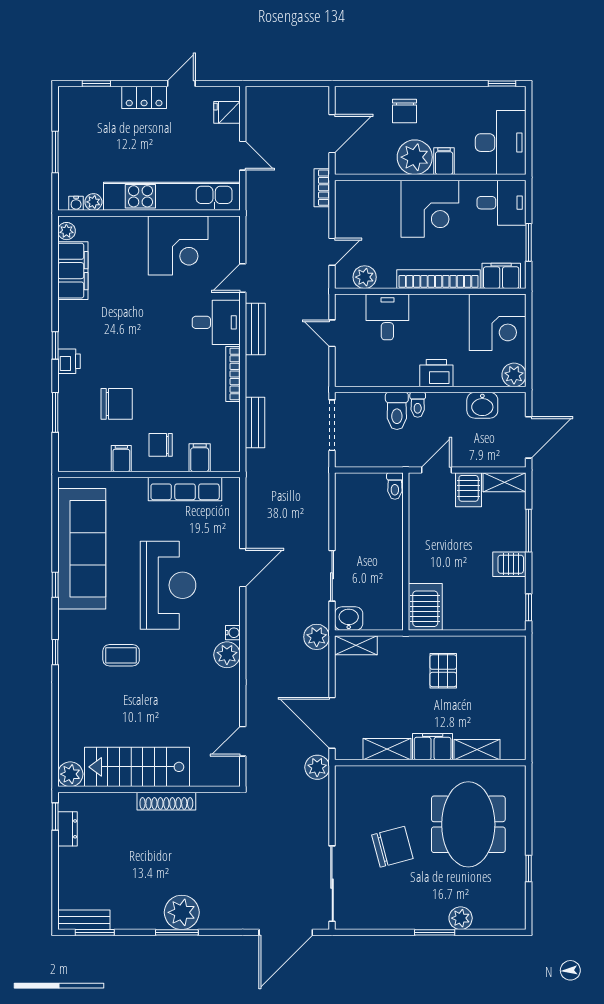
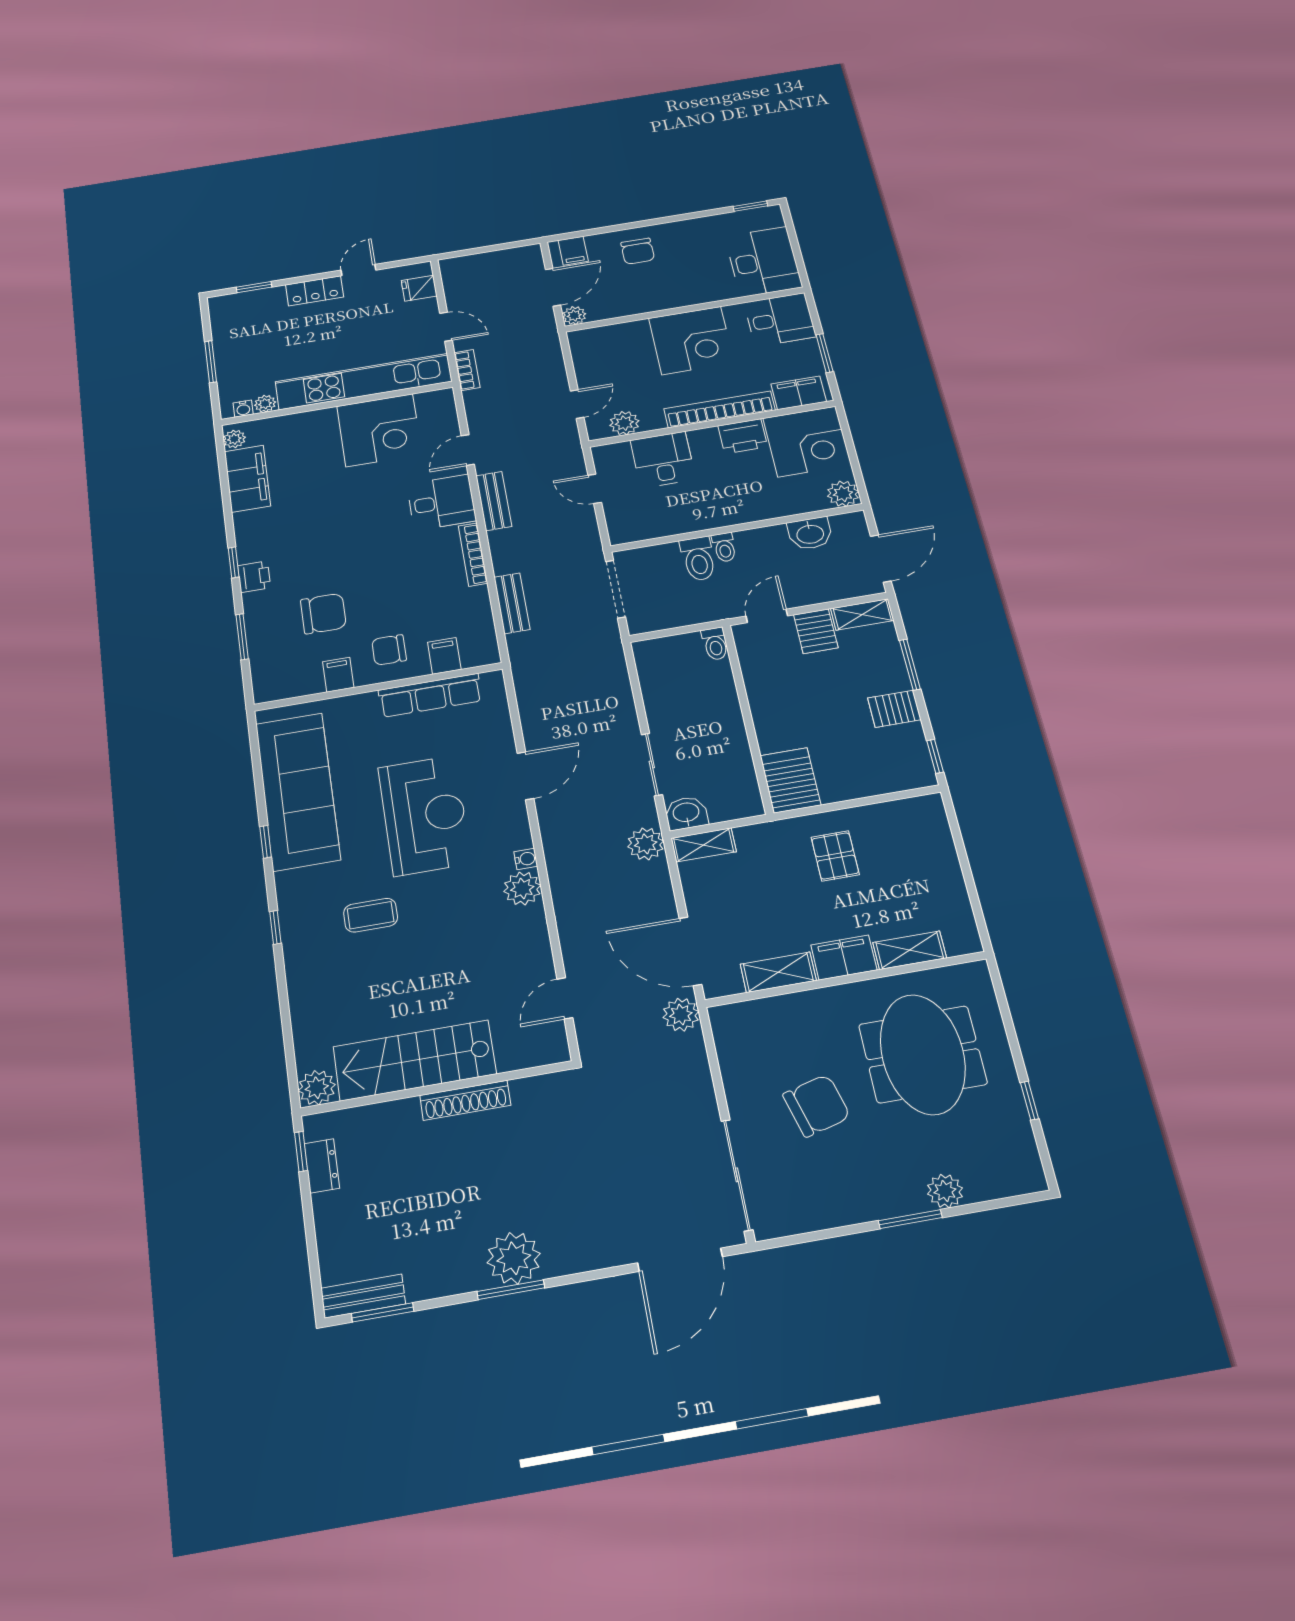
plant: (415, 157) -> (574, 316), moved, width x0.53, depth x0.53
filing cabinet: (444, 161) -> (573, 251), moved, turned 180
bookcase: (322, 188) -> (467, 370), moved, turned 180
printer: (436, 373) -> (743, 436), moved, turned 180

